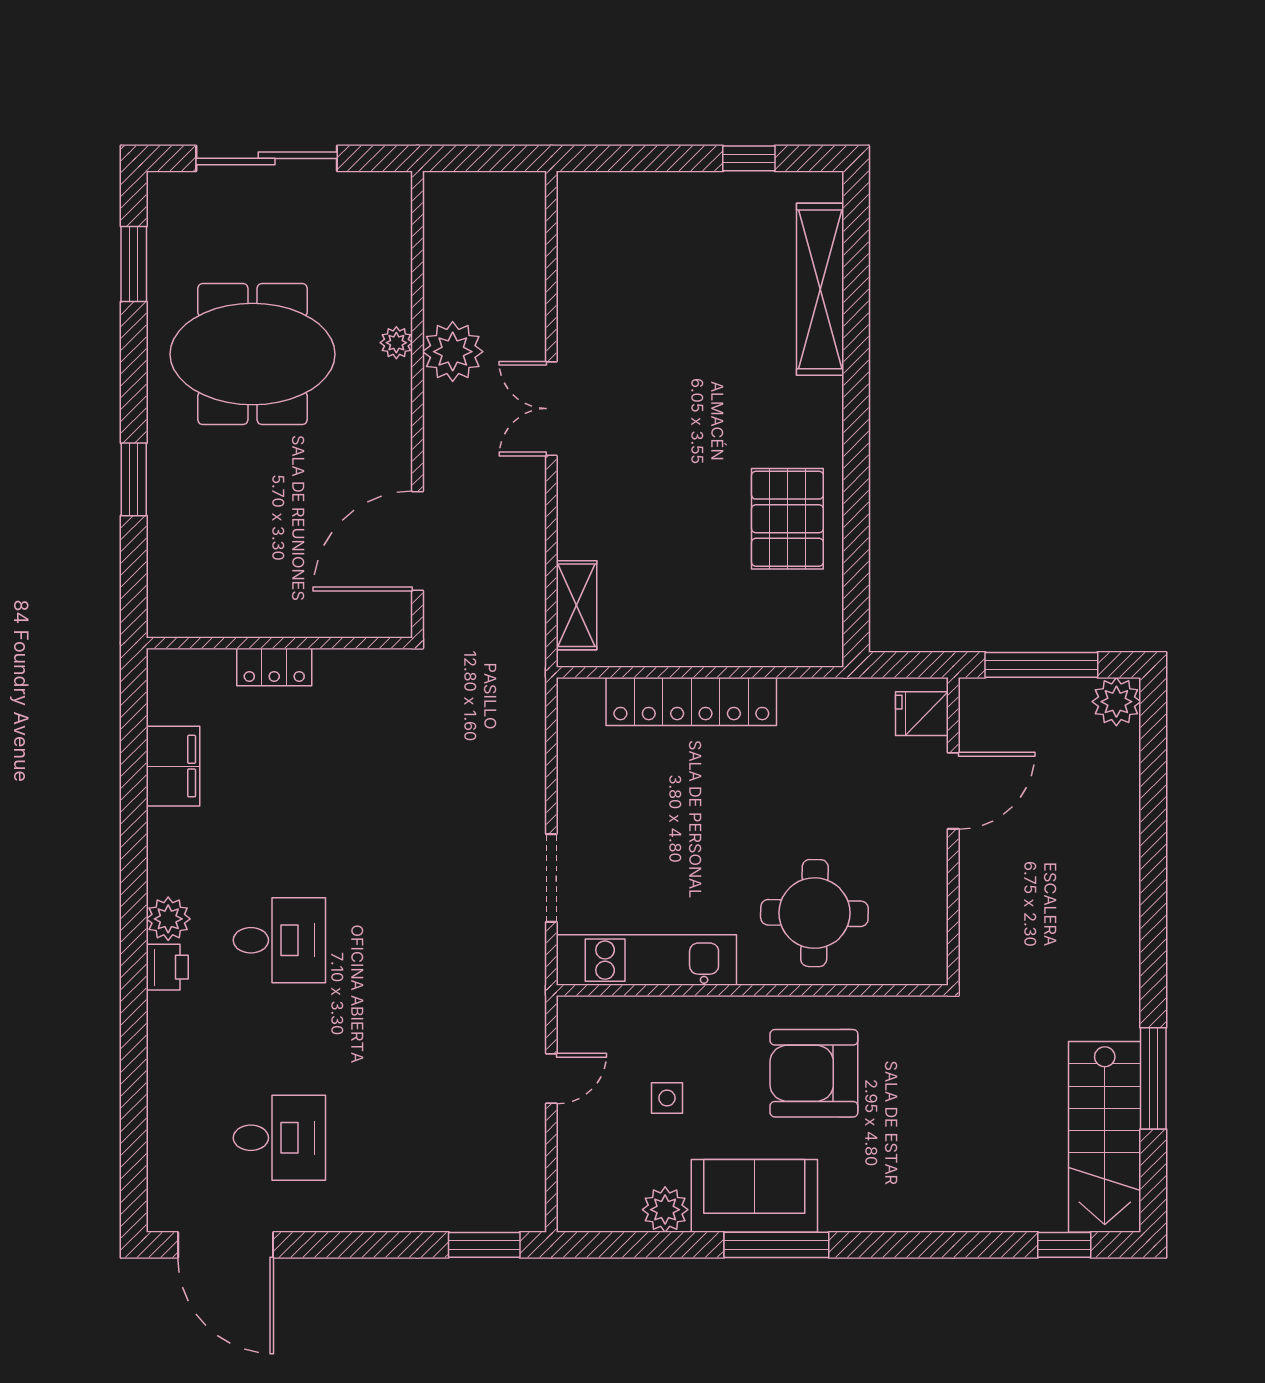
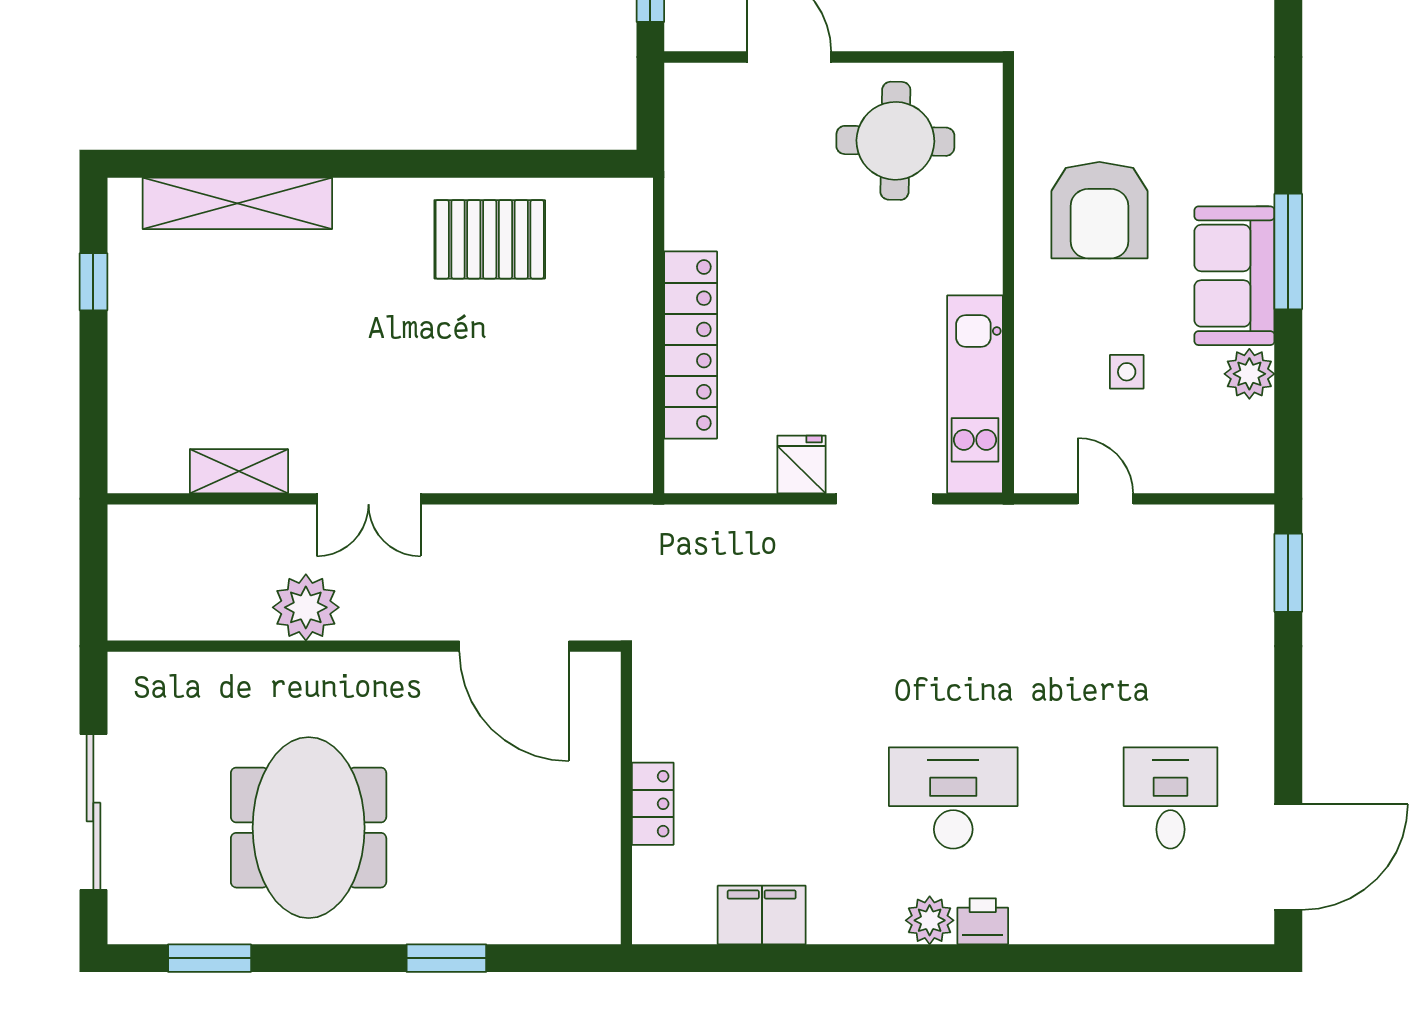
plant: (396, 343) -> (296, 669), removed
shelving: (577, 605) -> (239, 471), moved
fridge: (922, 714) -> (802, 464), moved, turned 180
round table: (814, 913) -> (895, 141), moved
desk: (279, 940) -> (953, 798), width x1.37

